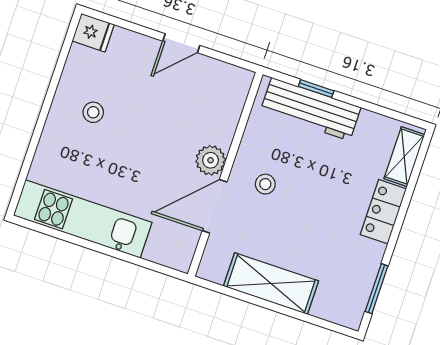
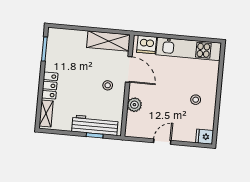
plant: (211, 160) -> (134, 105), moved
door: (215, 206) -> (129, 69), hinge flipped
dishwasher: (166, 248) -> (147, 45), added
shelving: (271, 284) -> (108, 41), moved

